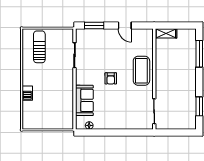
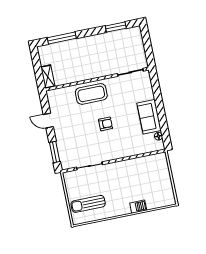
door: (125, 25) -> (48, 121), swing flipped
sofa: (84, 100) -> (149, 117), moved, turned -90

